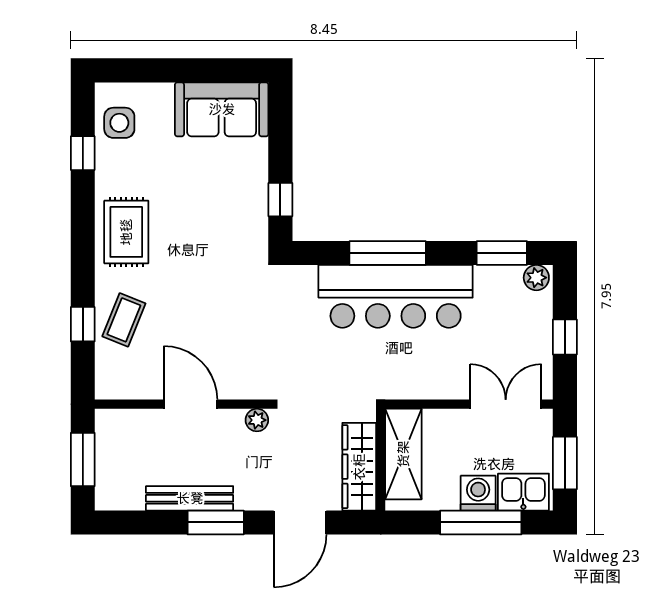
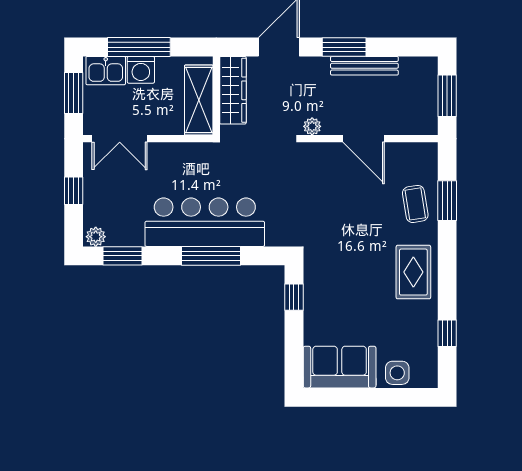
side table: (119, 123) -> (397, 373), moved
coffee table: (124, 320) -> (415, 204), turned -31
window: (83, 324) -> (447, 201), width x1.50

